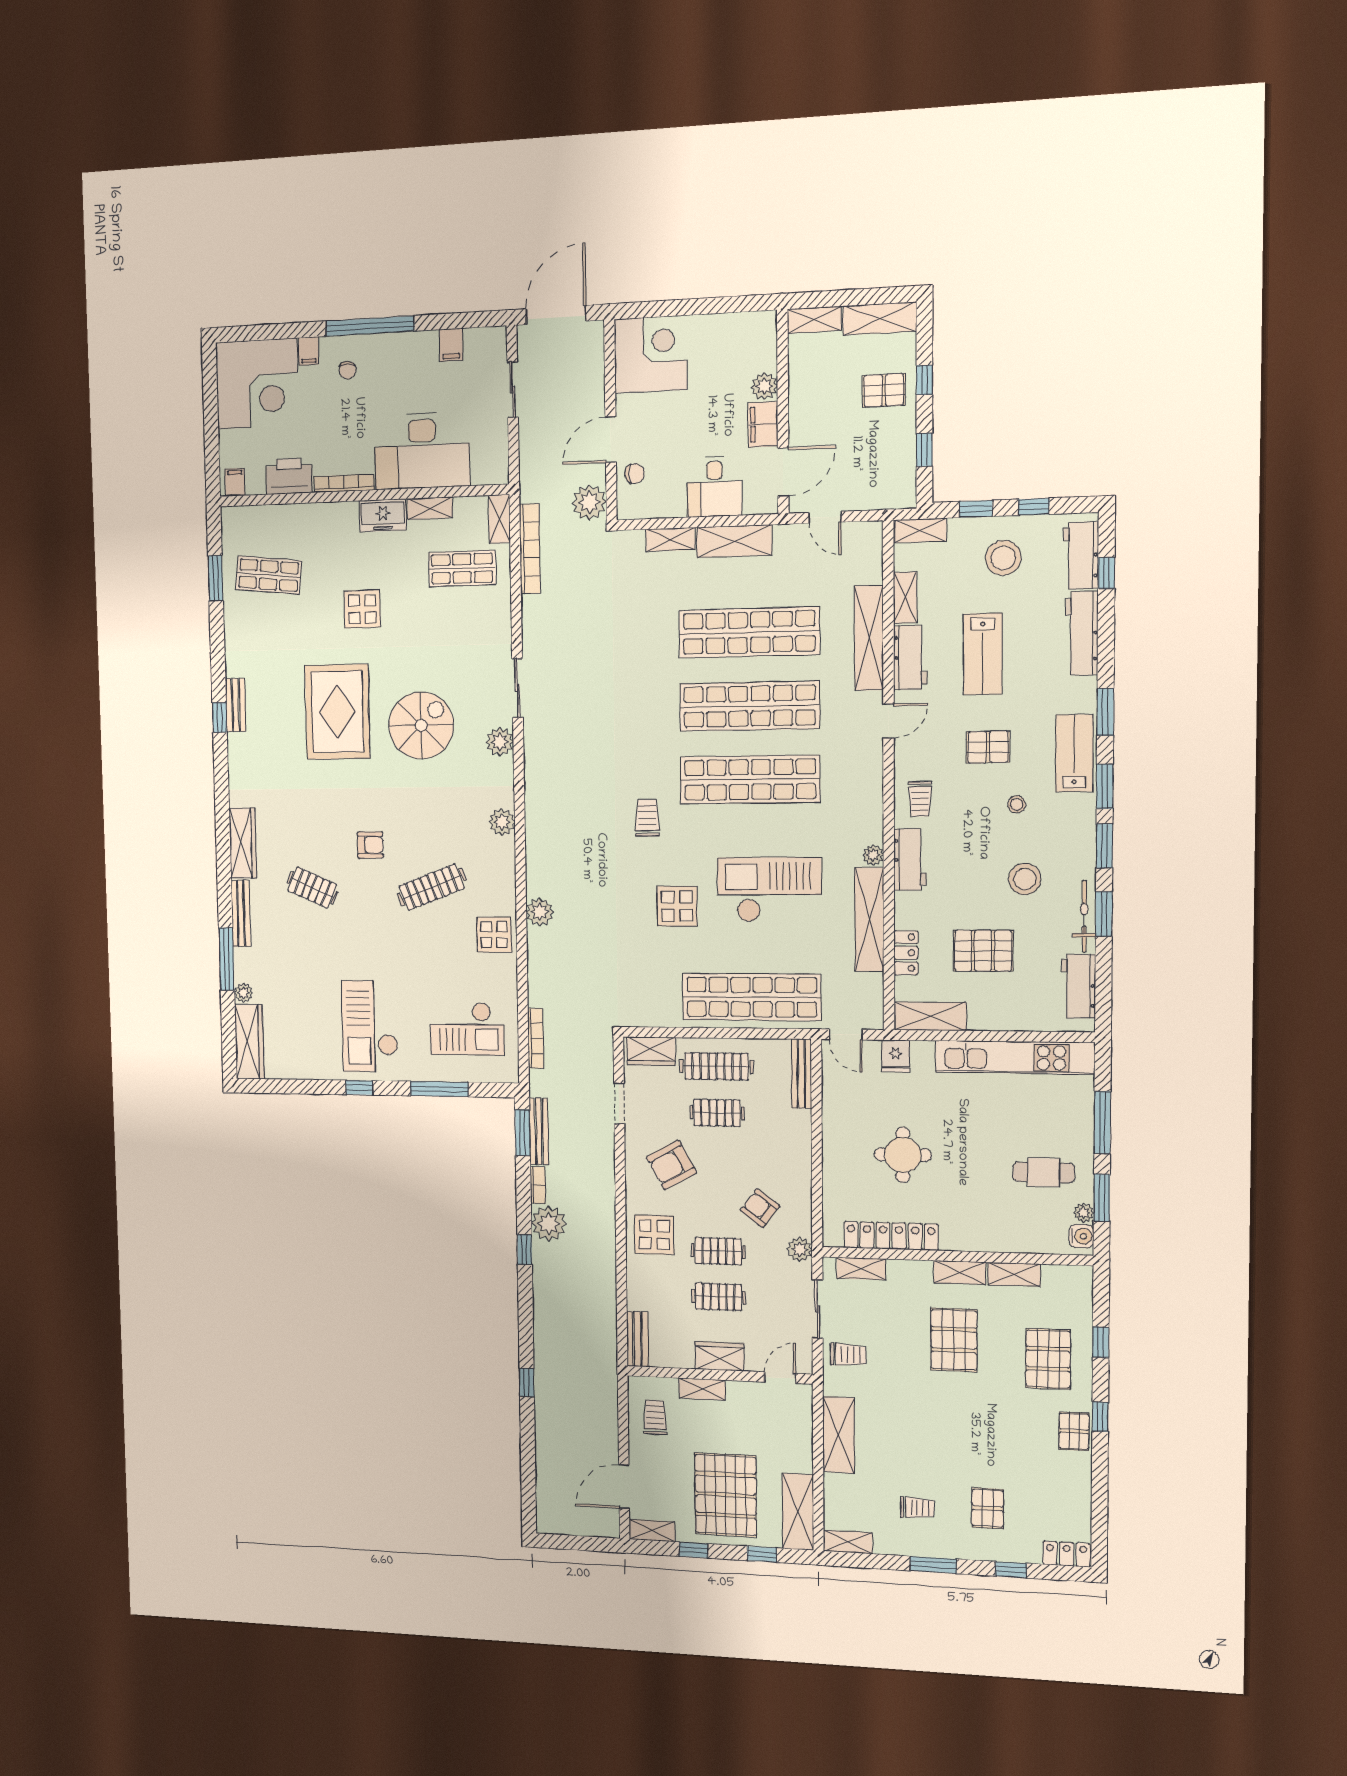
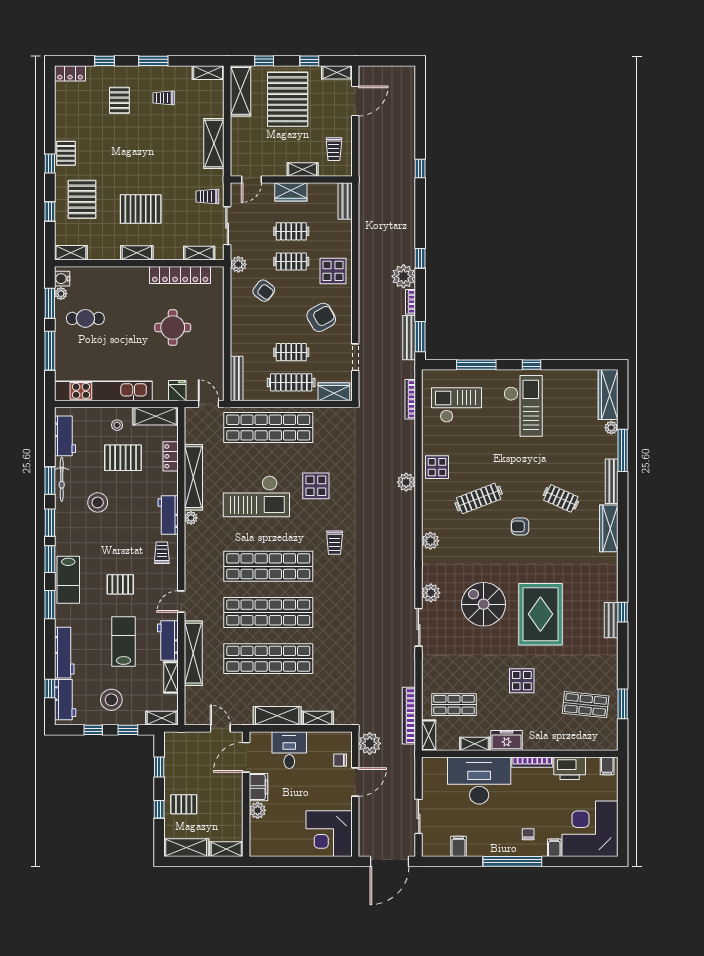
spiral stairs: (421, 725) -> (484, 604), turned 90
stool: (1017, 804) -> (117, 425), moved
shelving: (1014, 1274) -> (71, 253), moved
pallet: (954, 1340) -> (141, 209), turned 90

